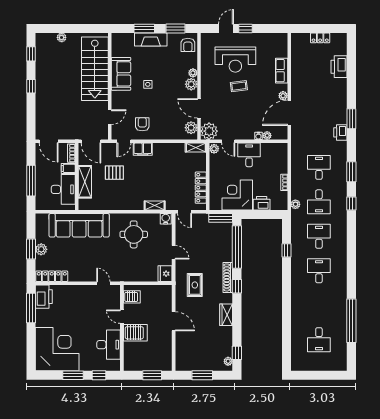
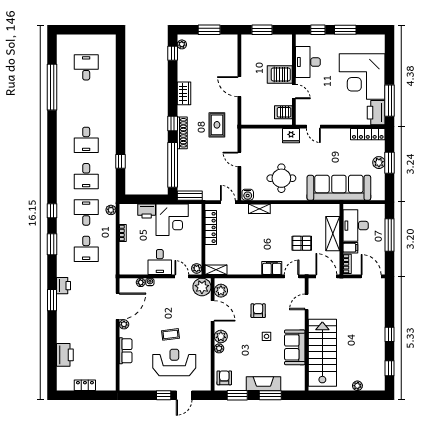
armchair: (142, 124) -> (258, 311), moved, turned 180
fridge: (165, 274) -> (291, 136), moved, turned 90
corner desk: (57, 349) -> (362, 77), moved

